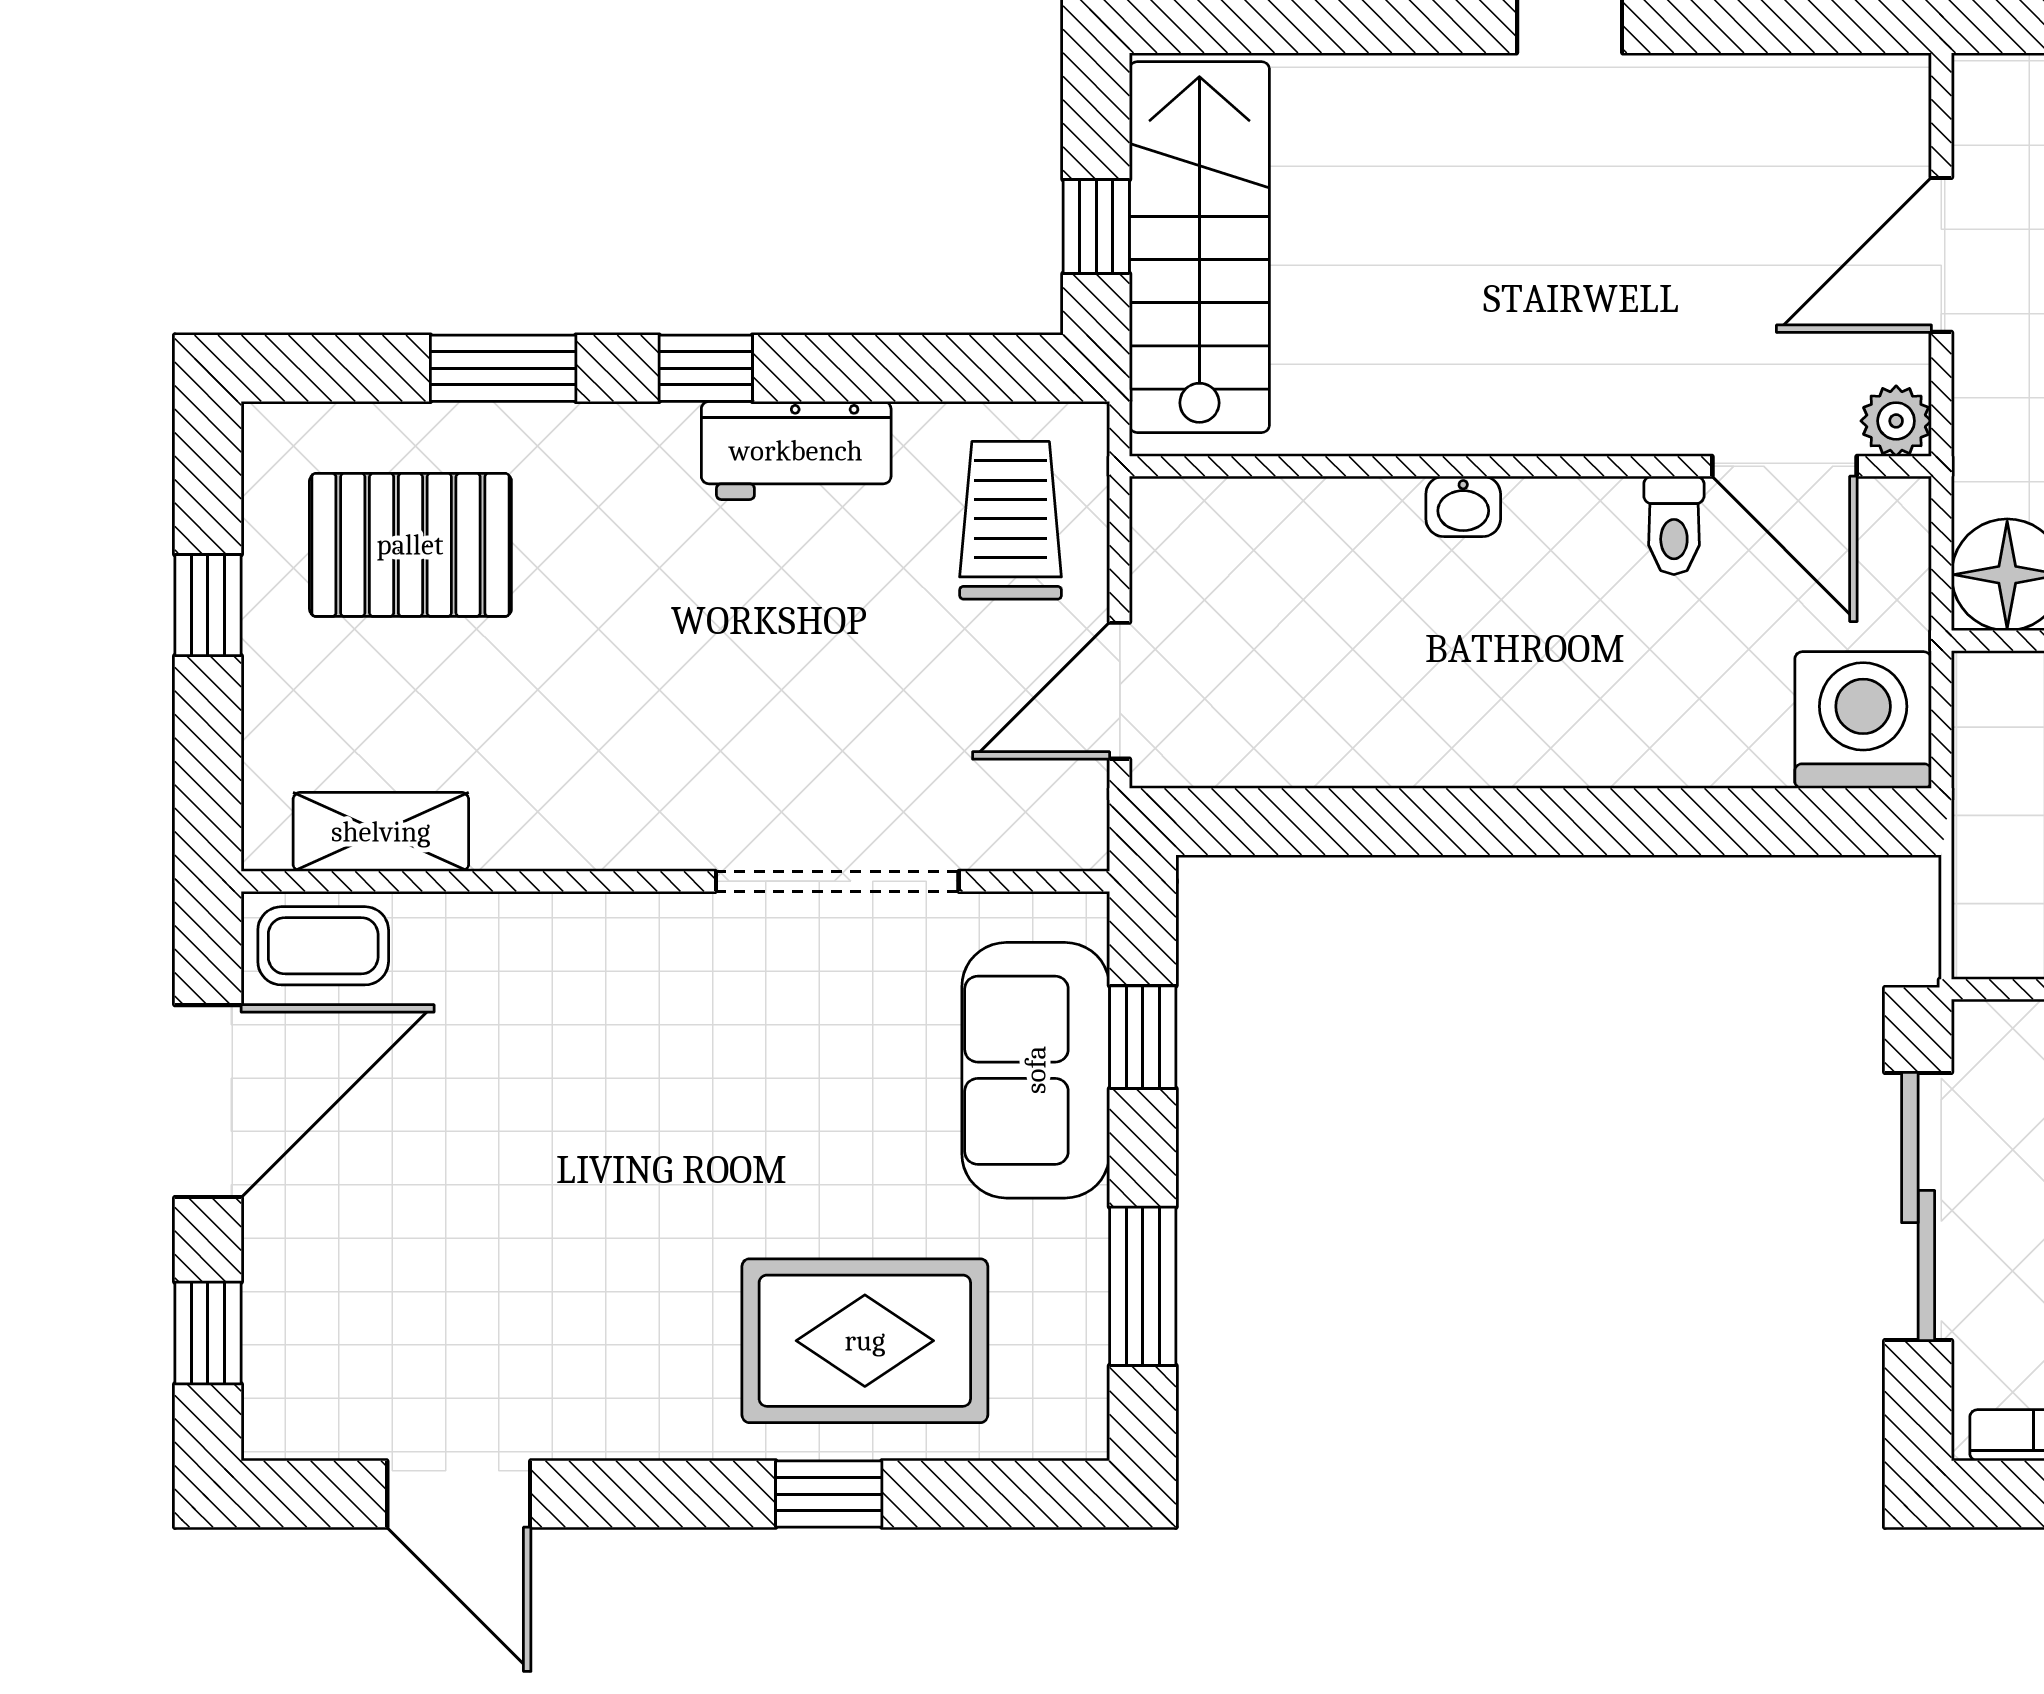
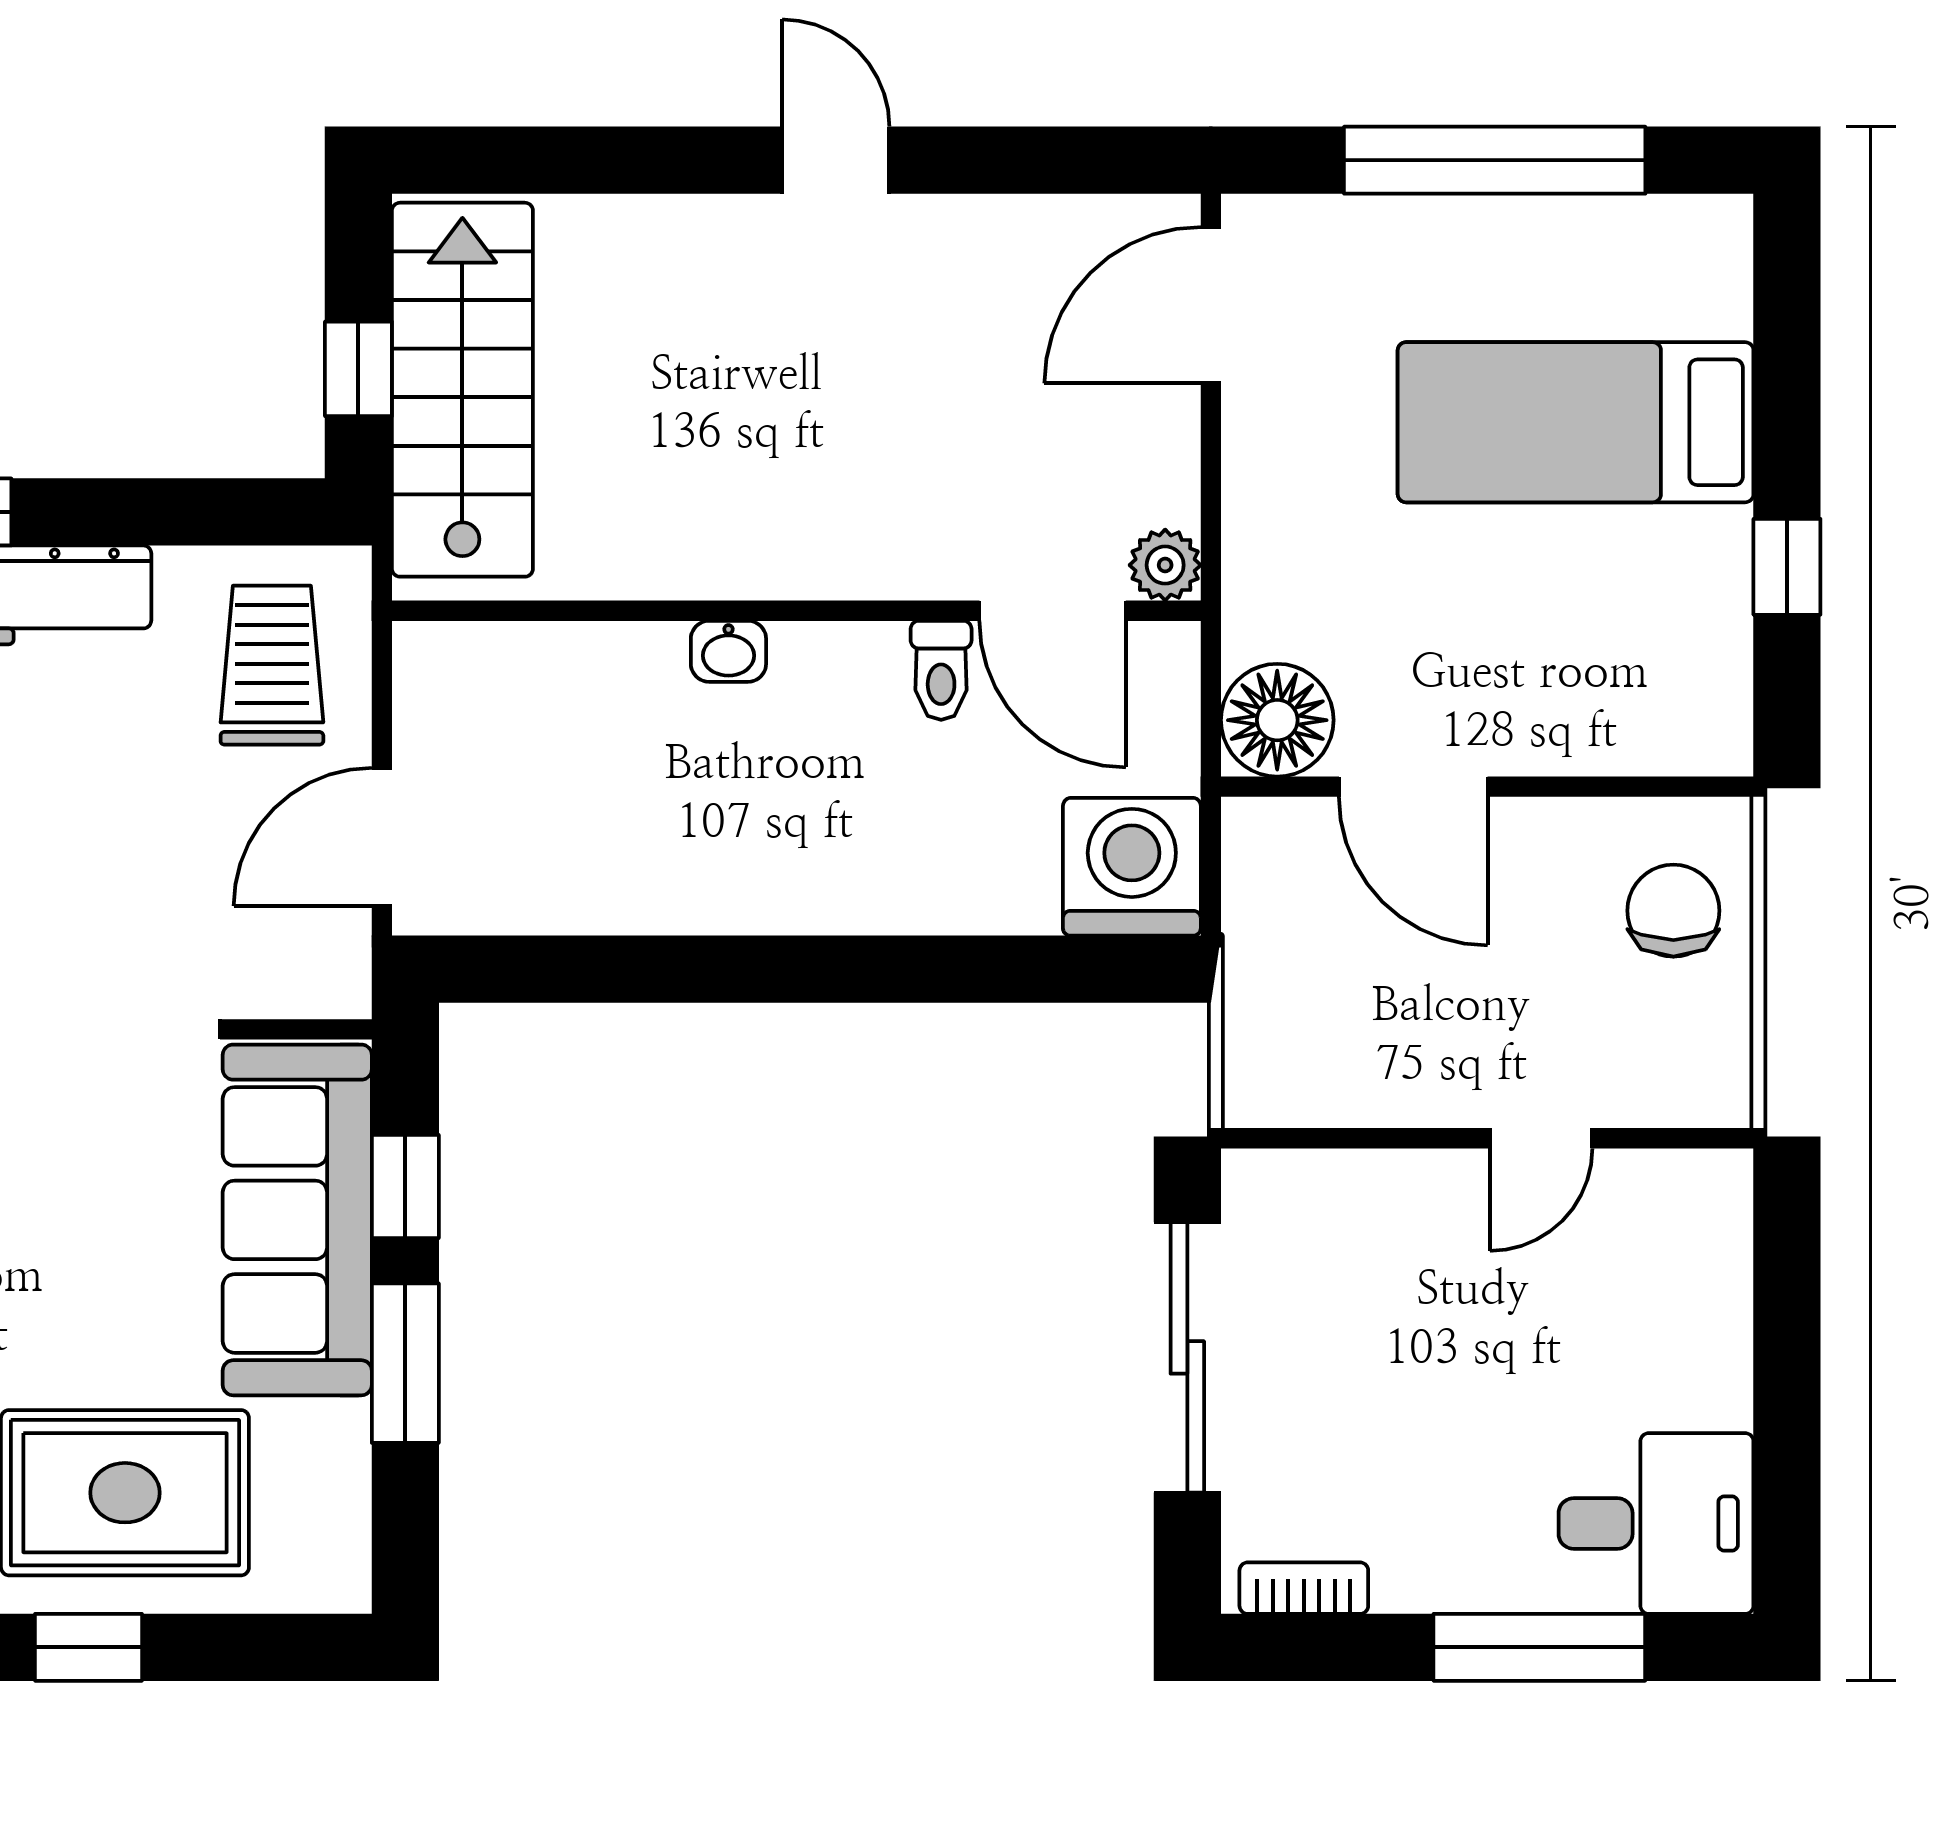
door: (1941, 255) -> (1211, 305), moved
sofa: (1036, 1070) -> (297, 1220), width x1.36
window: (1143, 1286) -> (405, 1363), moved

